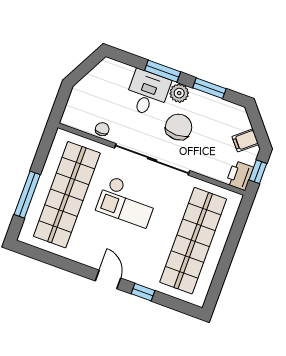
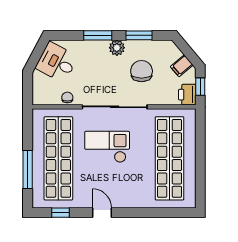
desk: (147, 93) -> (57, 62), moved, turned -62
chair: (179, 127) -> (142, 71), moved
checkout: (127, 202) -> (107, 147), turned 180
door: (108, 279) -> (102, 213), moved
window: (143, 292) -> (60, 213), moved

